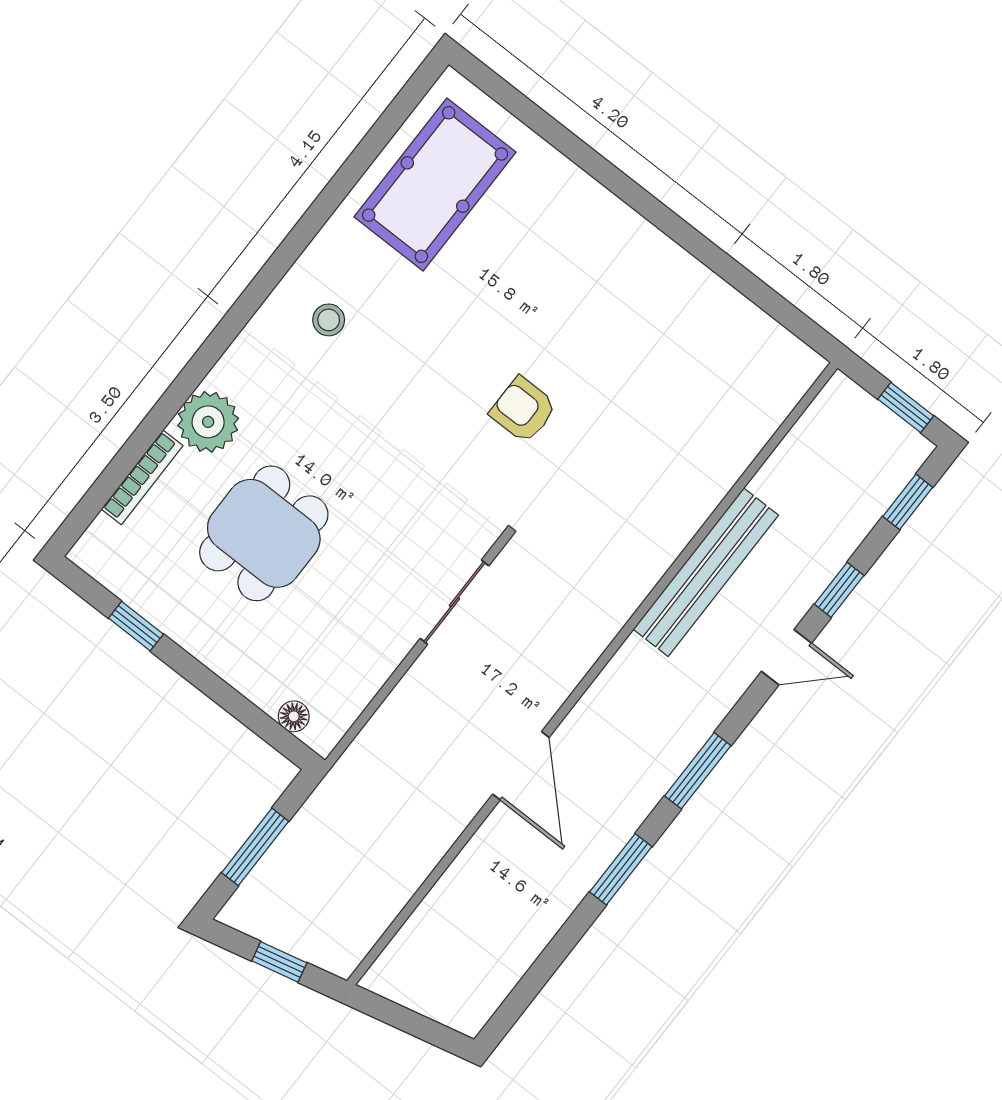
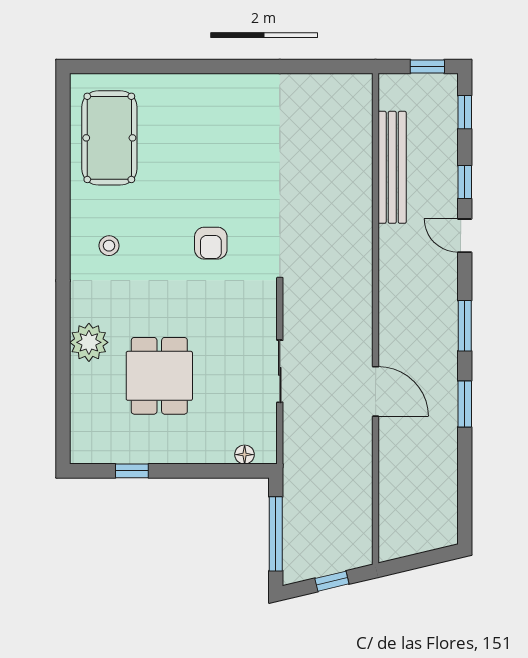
armchair: (523, 410) -> (211, 243), moved, turned -90
bookcase: (142, 477) -> (78, 395), removed
bench: (706, 572) -> (392, 167), moved
sliding door: (454, 602) -> (280, 371), moved
door: (786, 657) -> (465, 236), swing flipped
window: (255, 847) -> (276, 534), width x1.44

